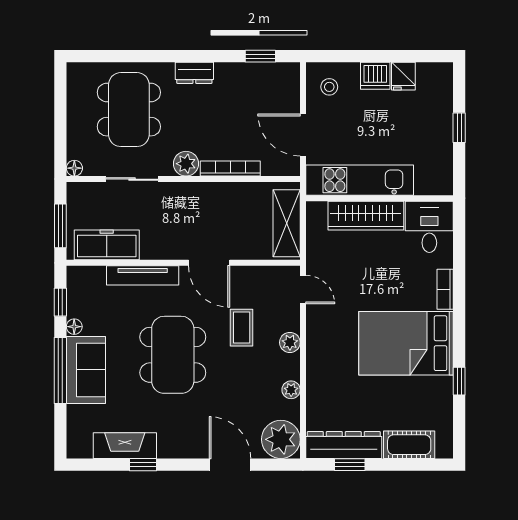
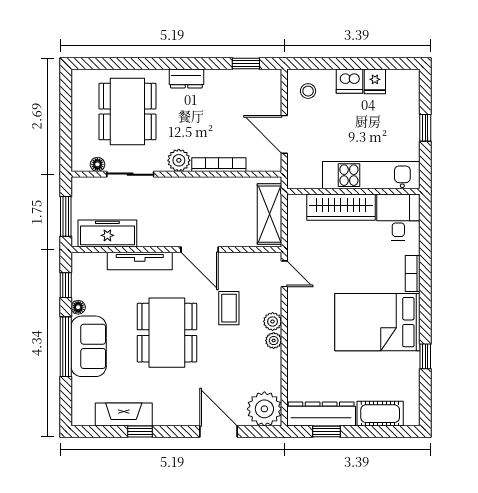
floor lamp: (74, 168) -> (97, 164), moved
kitchen unit: (360, 180) -> (371, 175), moved
plant: (291, 390) -> (274, 341), moved

